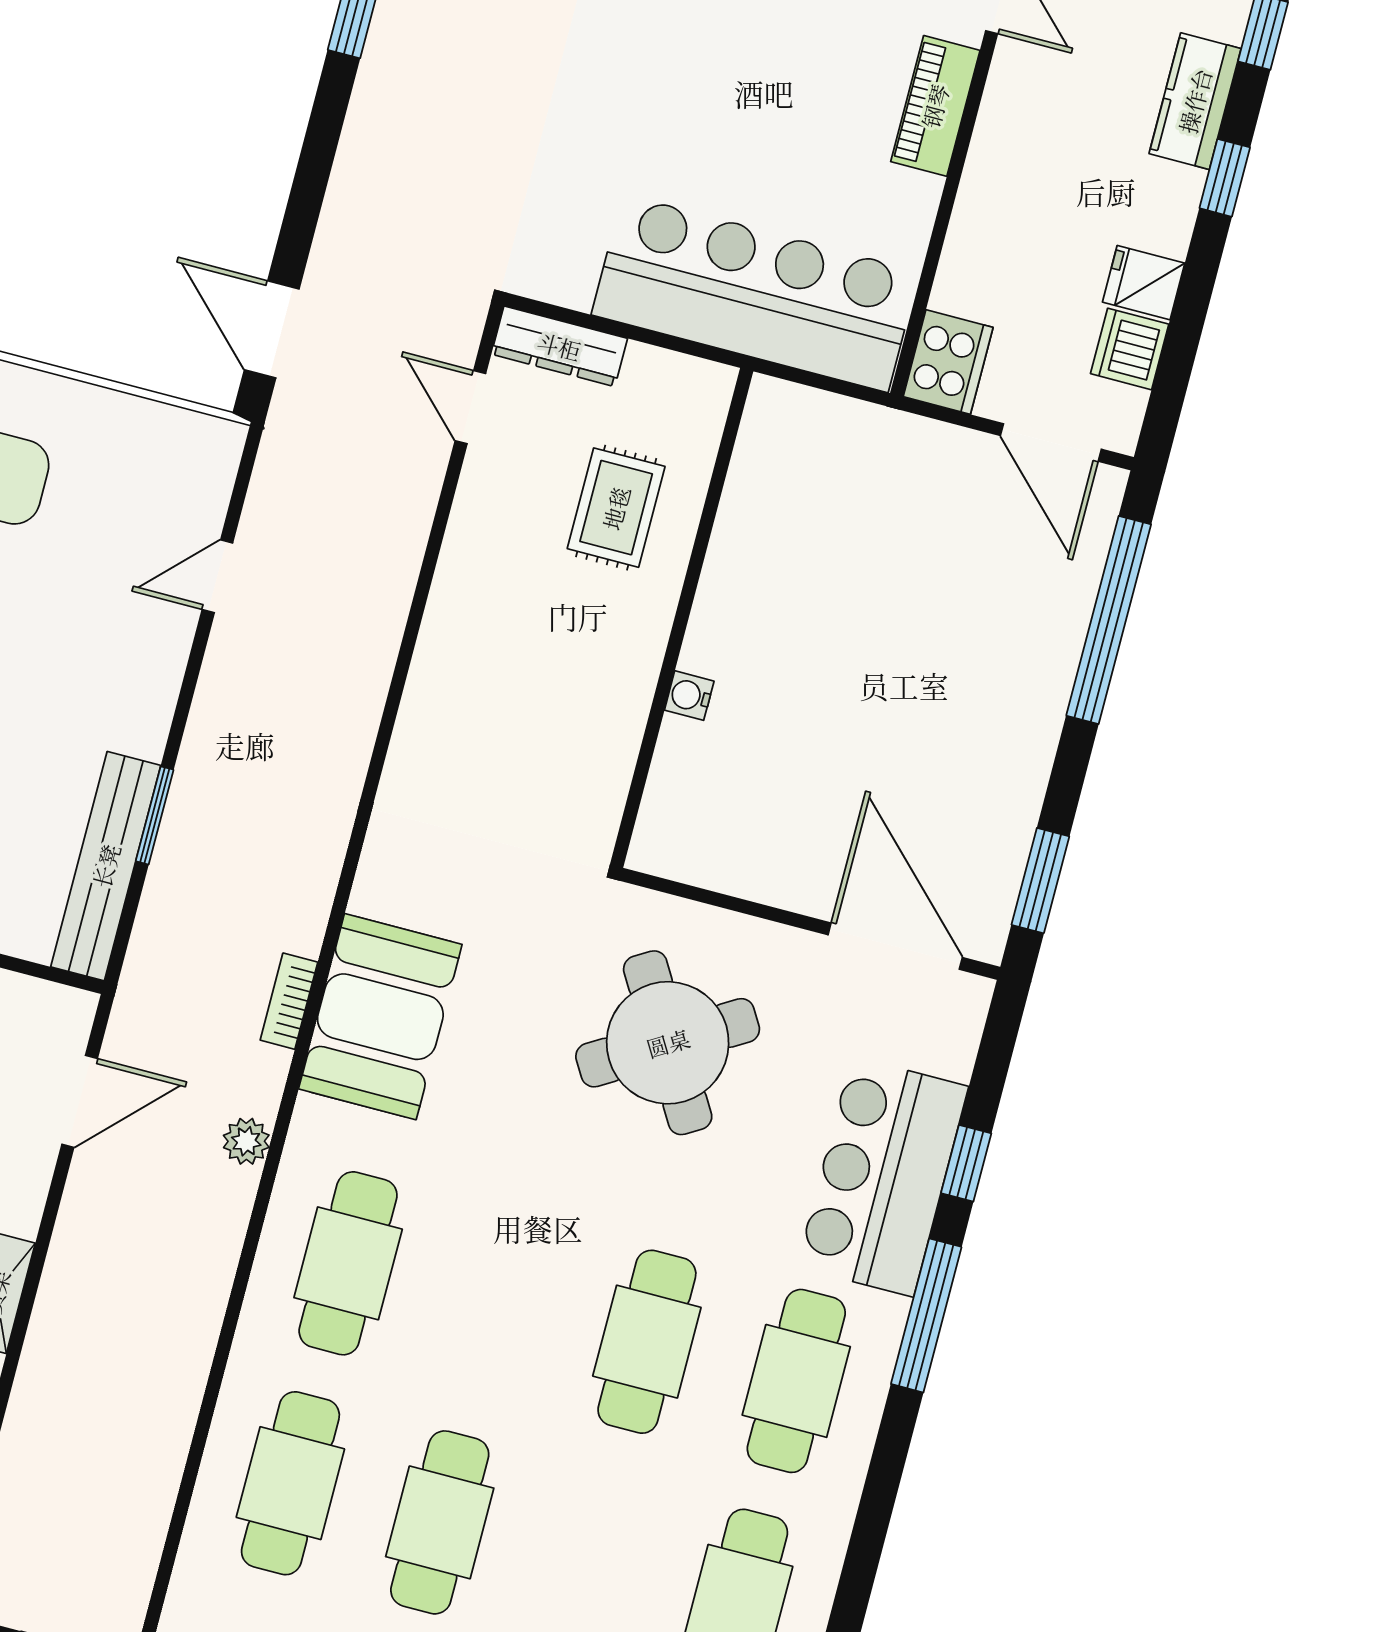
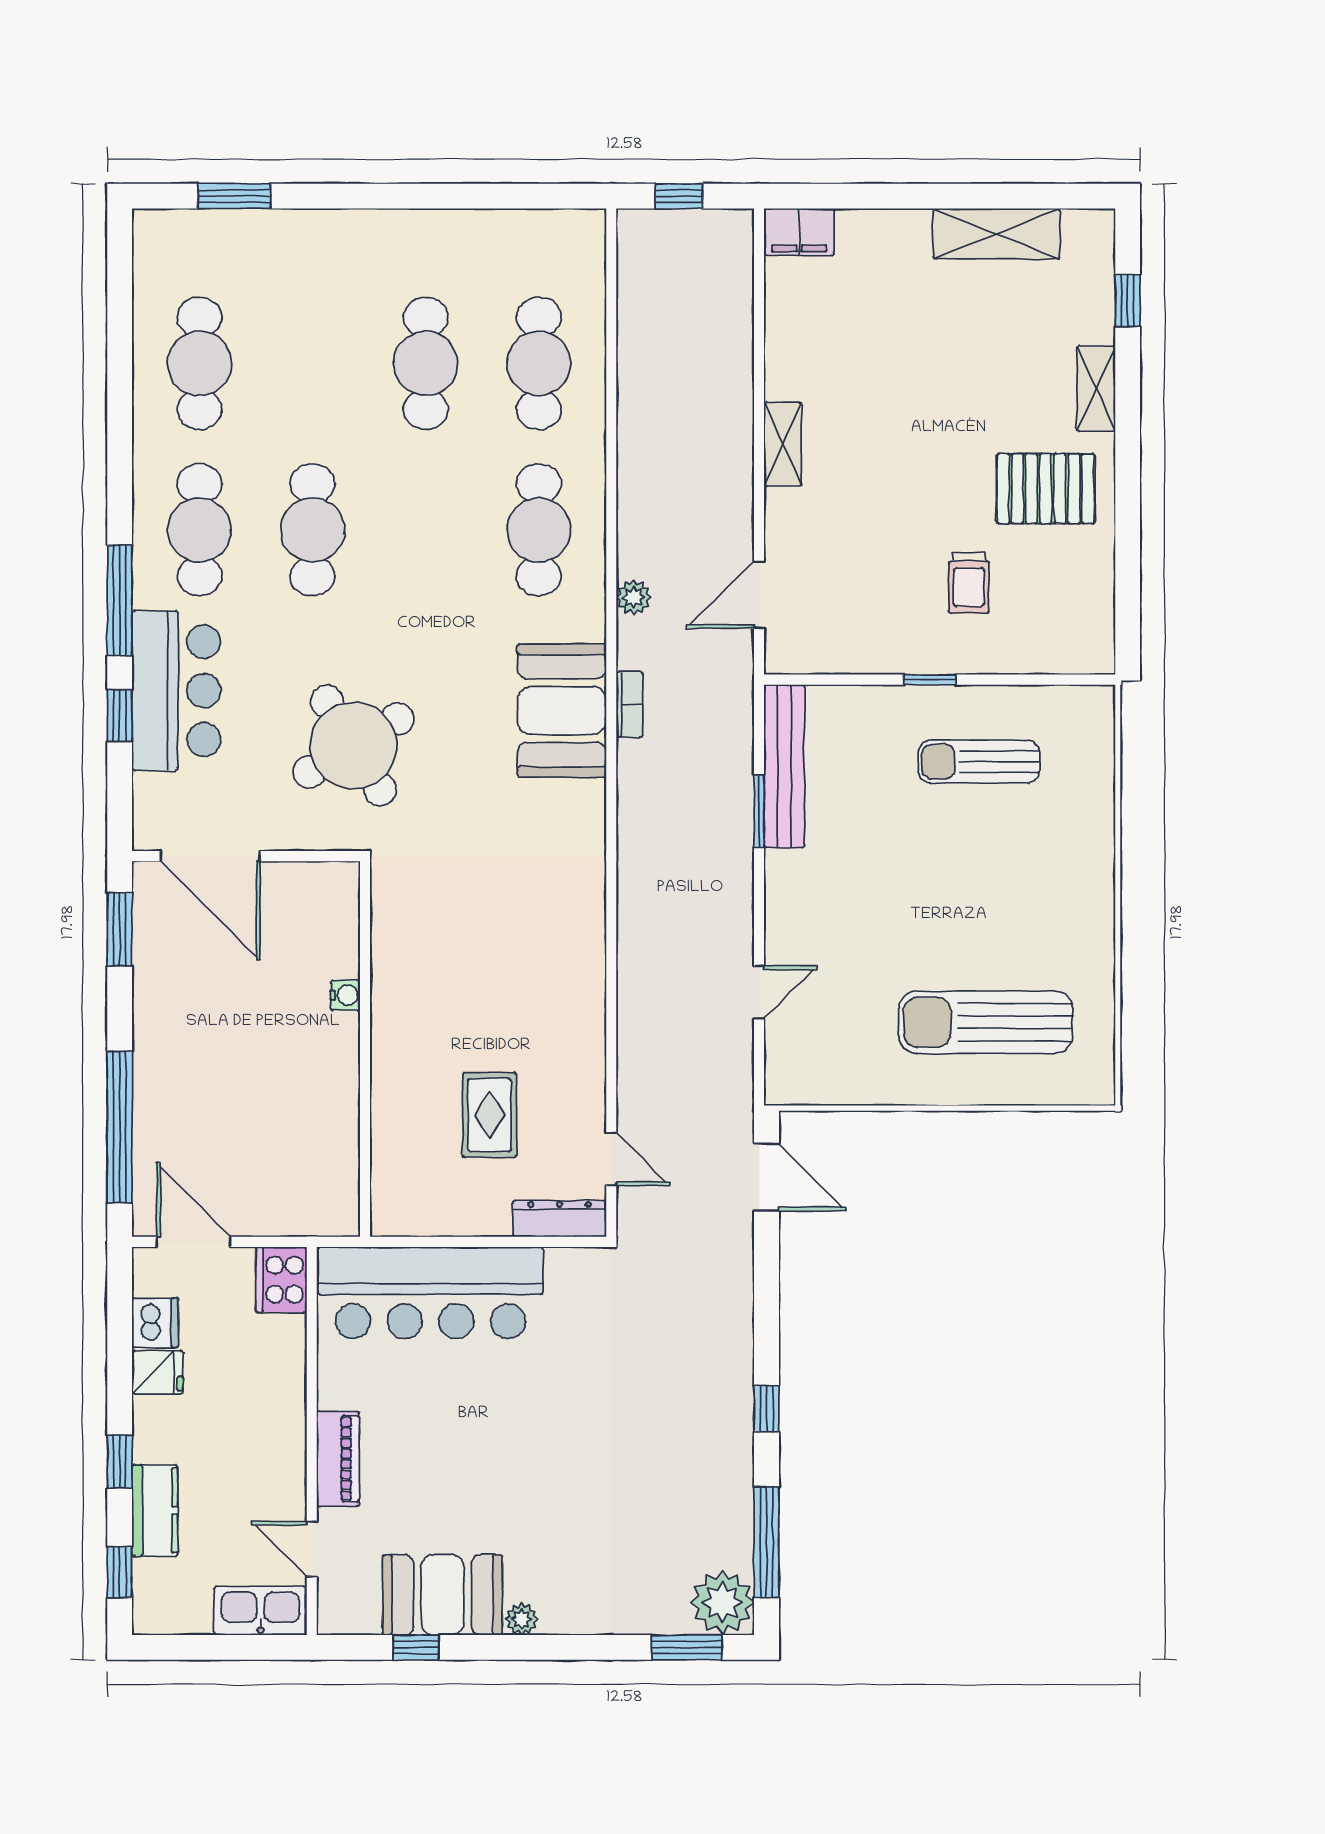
wall: (682, 618) -> (365, 1049), moved
water cooler: (689, 696) -> (345, 995), moved

